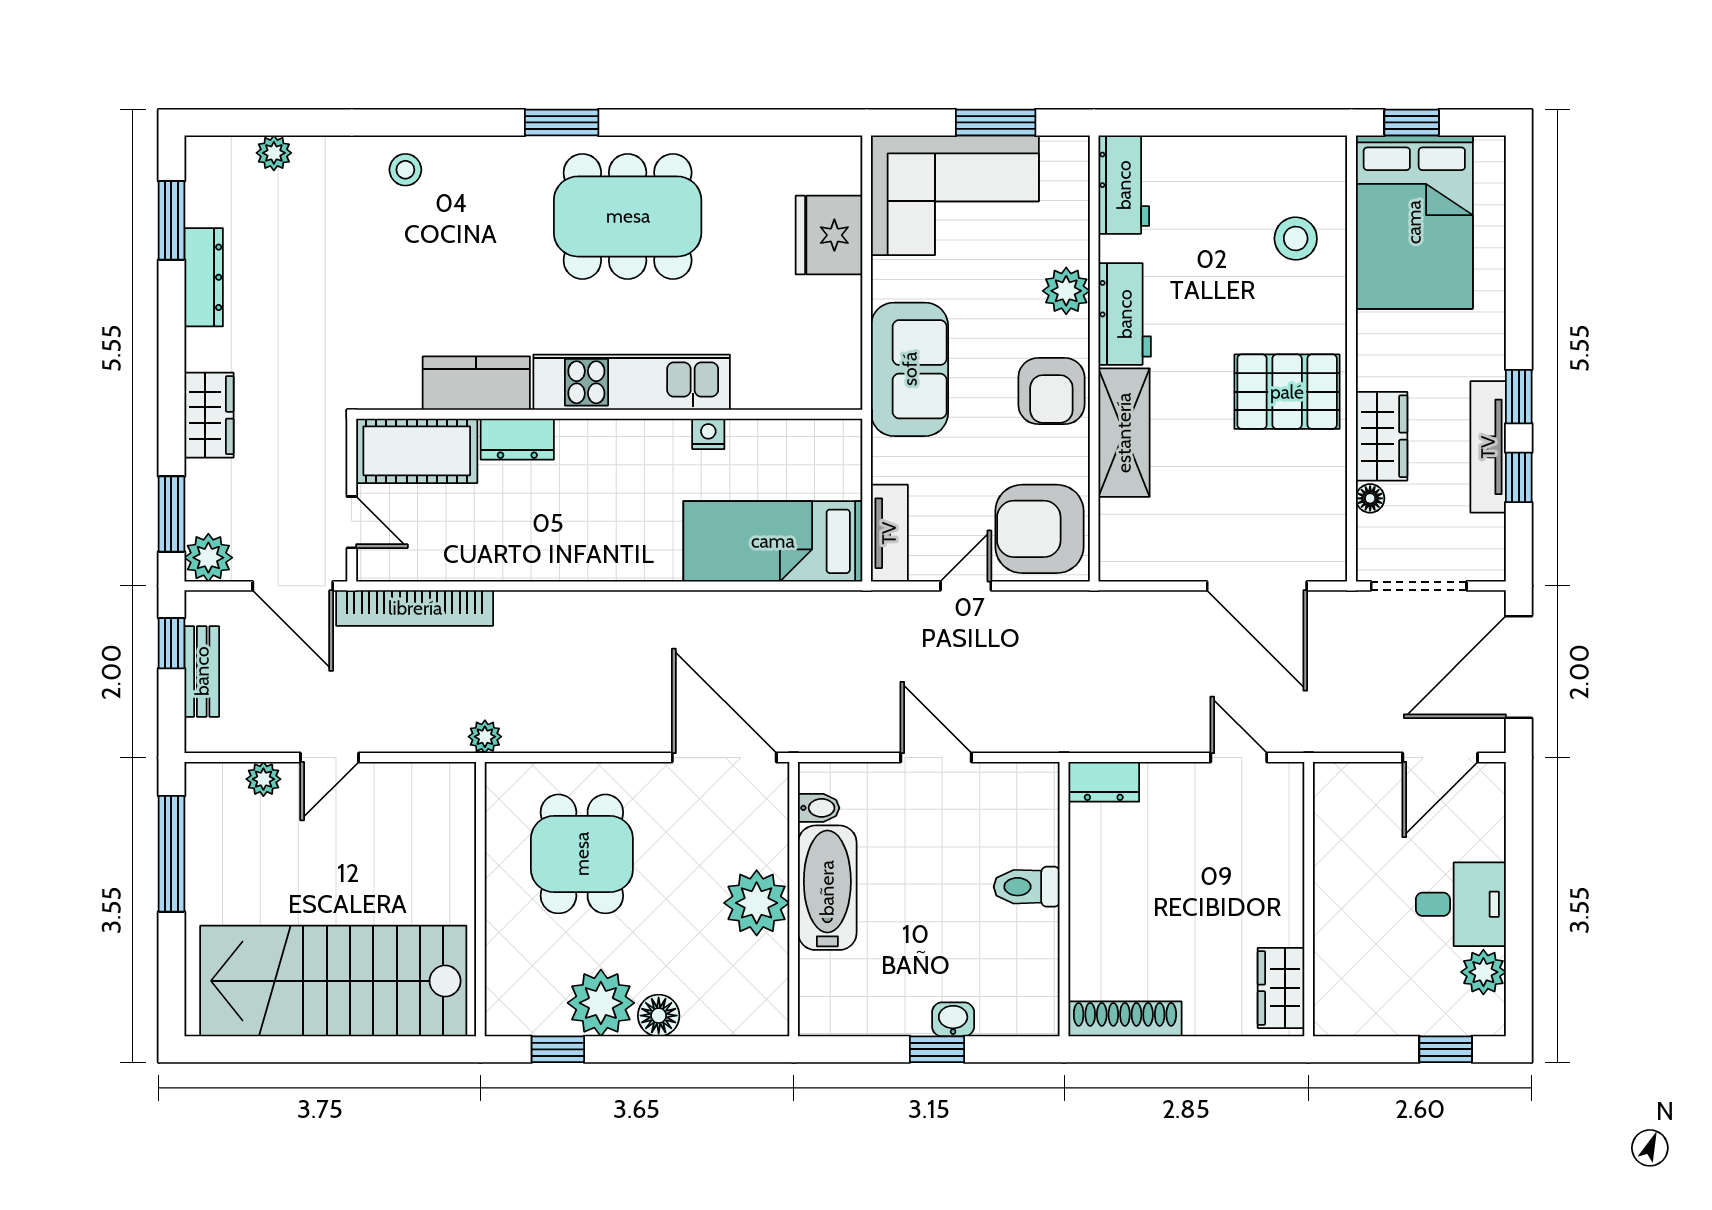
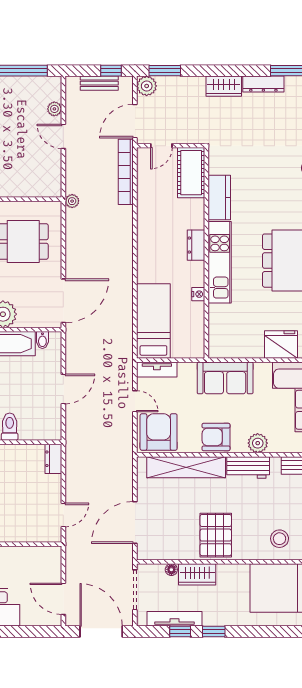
wardrobe: (209, 415) -> (224, 86), moved
shelving: (1124, 433) -> (186, 467), width x1.47
dresser: (517, 439) -> (196, 245), moved
tv unit: (1488, 447) -> (174, 619), moved

